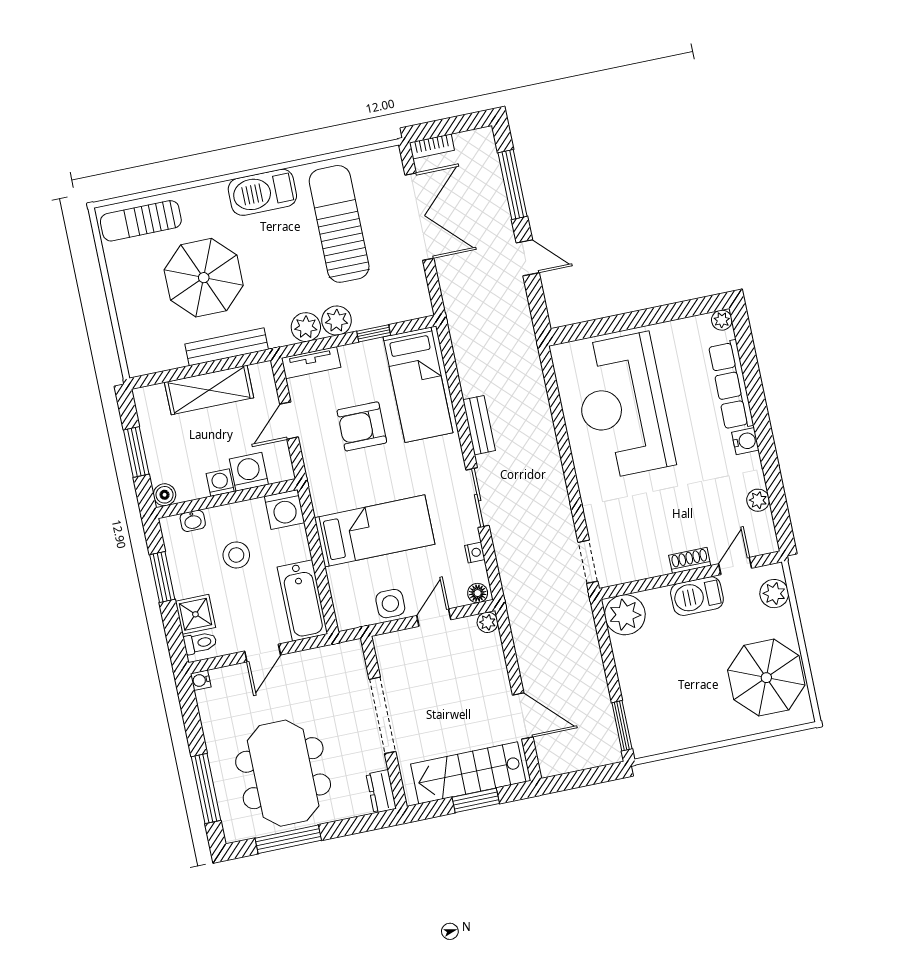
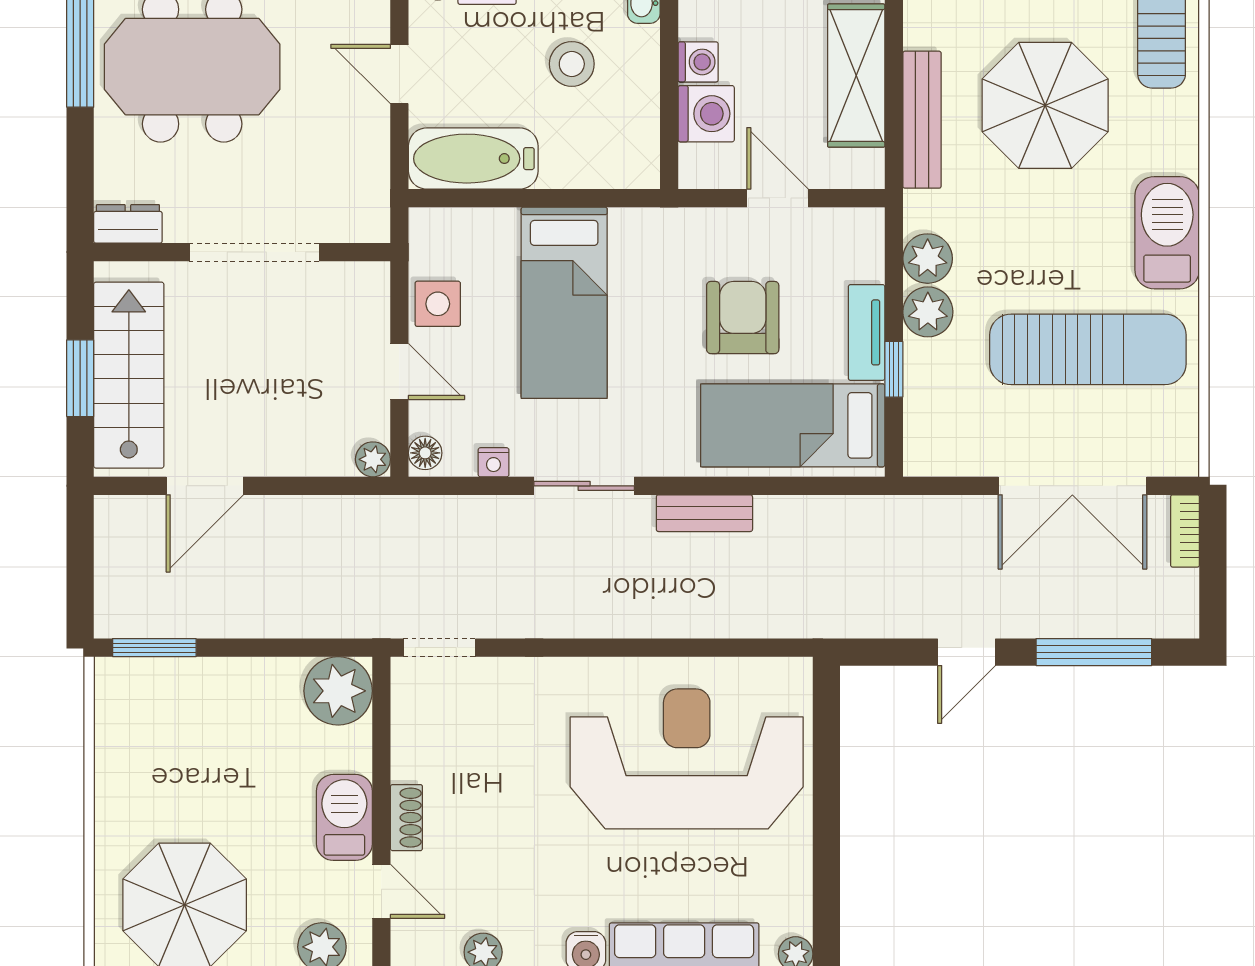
tv unit: (311, 363) -> (867, 332), moved
washing machine: (285, 509) -> (631, 160), removed

